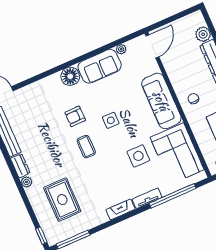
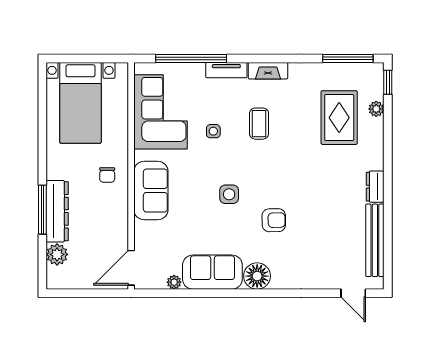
sofa: (161, 101) -> (151, 191), width x0.73
coffee table: (86, 147) -> (259, 124), moved
side table: (138, 156) -> (213, 131), width x0.54, depth x0.54
plant: (27, 182) -> (376, 109), moved

